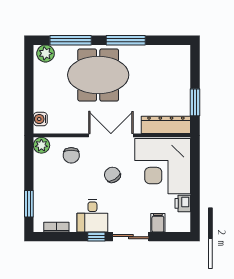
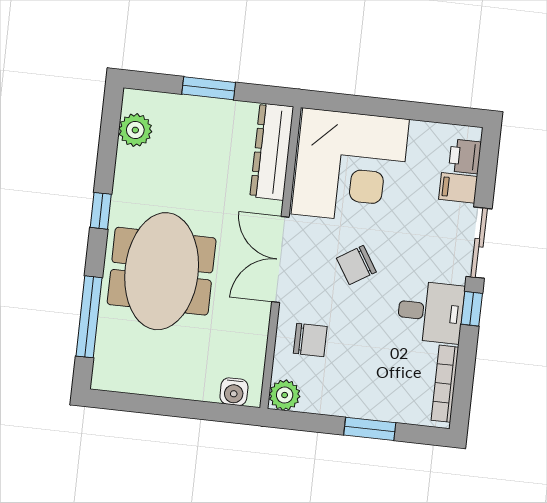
window: (126, 40) -> (101, 211), width x0.46
plant: (46, 53) -> (135, 130), moved
window: (195, 102) -> (209, 88), moved
printer: (183, 203) -> (465, 156), moved, turned 90
window: (29, 204) -> (370, 429), moved
bookcase: (56, 227) -> (445, 384), width x1.56

